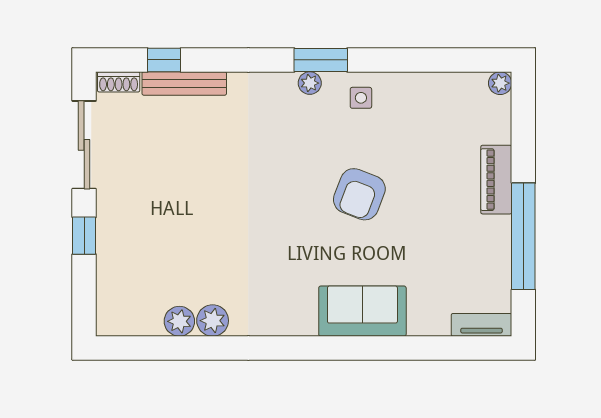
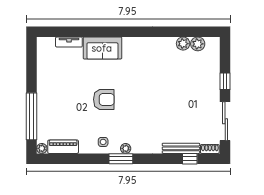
piano: (496, 180) -> (63, 147), moved, turned -90
armchair: (359, 194) -> (104, 99), turned 69
window: (523, 236) -> (32, 116), moved
plant: (213, 321) -> (198, 44), moved
tv unit: (481, 325) -> (69, 42), moved

